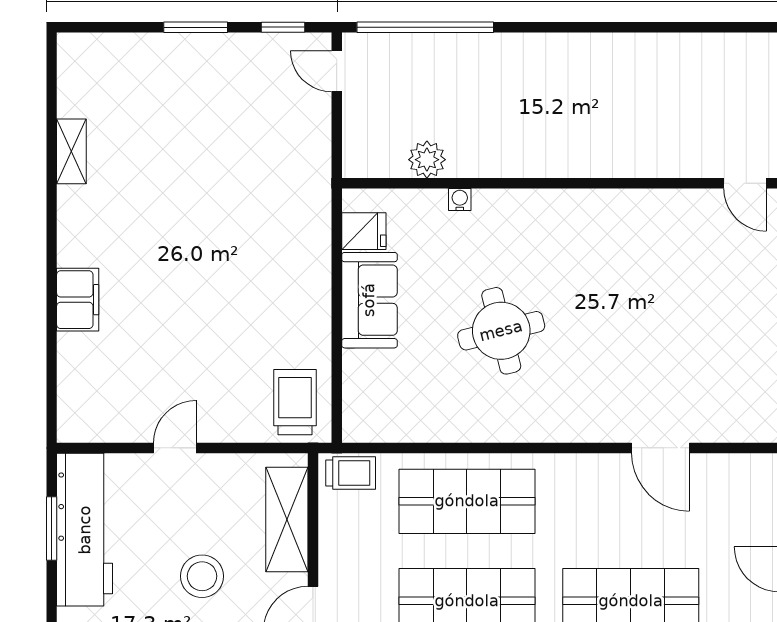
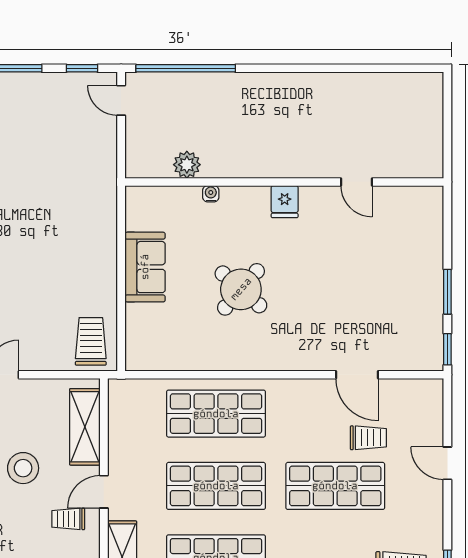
door: (745, 183) -> (356, 182), moved
fridge: (364, 231) -> (285, 202), moved, turned 90
round table: (501, 331) -> (241, 289), turned -35
trolley: (351, 473) -> (368, 438), moved

